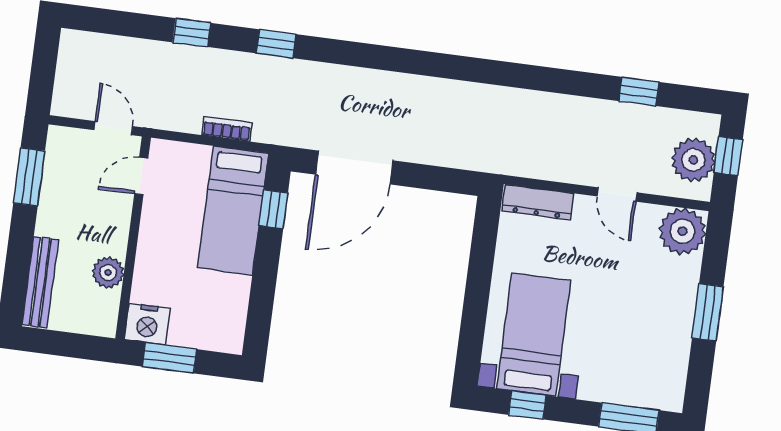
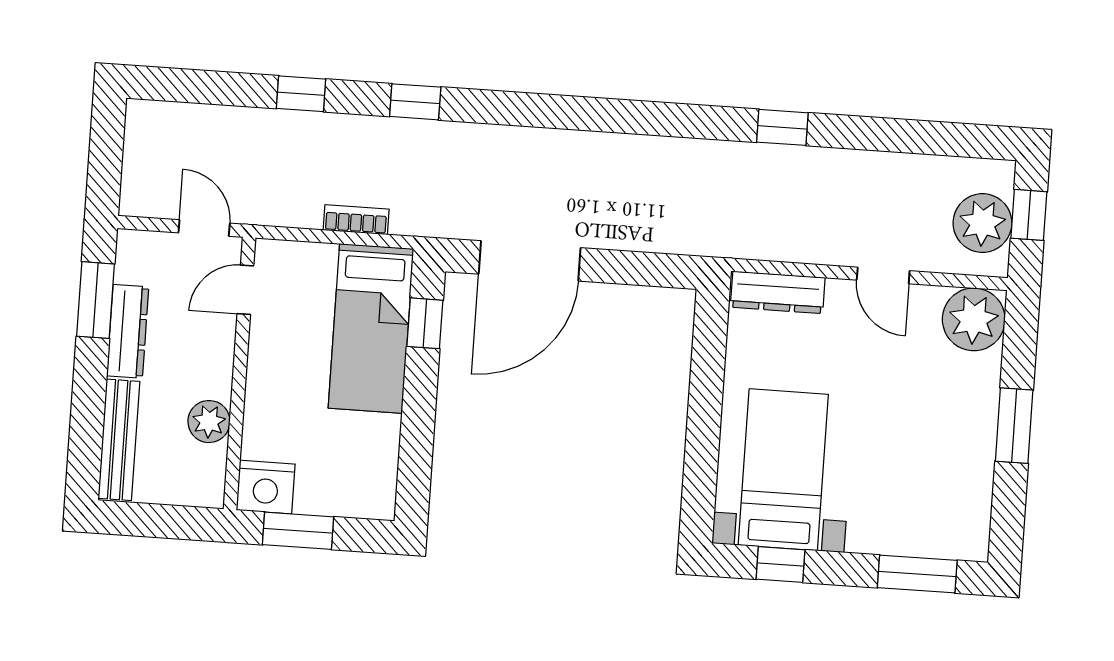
window: (639, 91) -> (782, 127), moved
dresser: (52, 202) -> (128, 331), added

